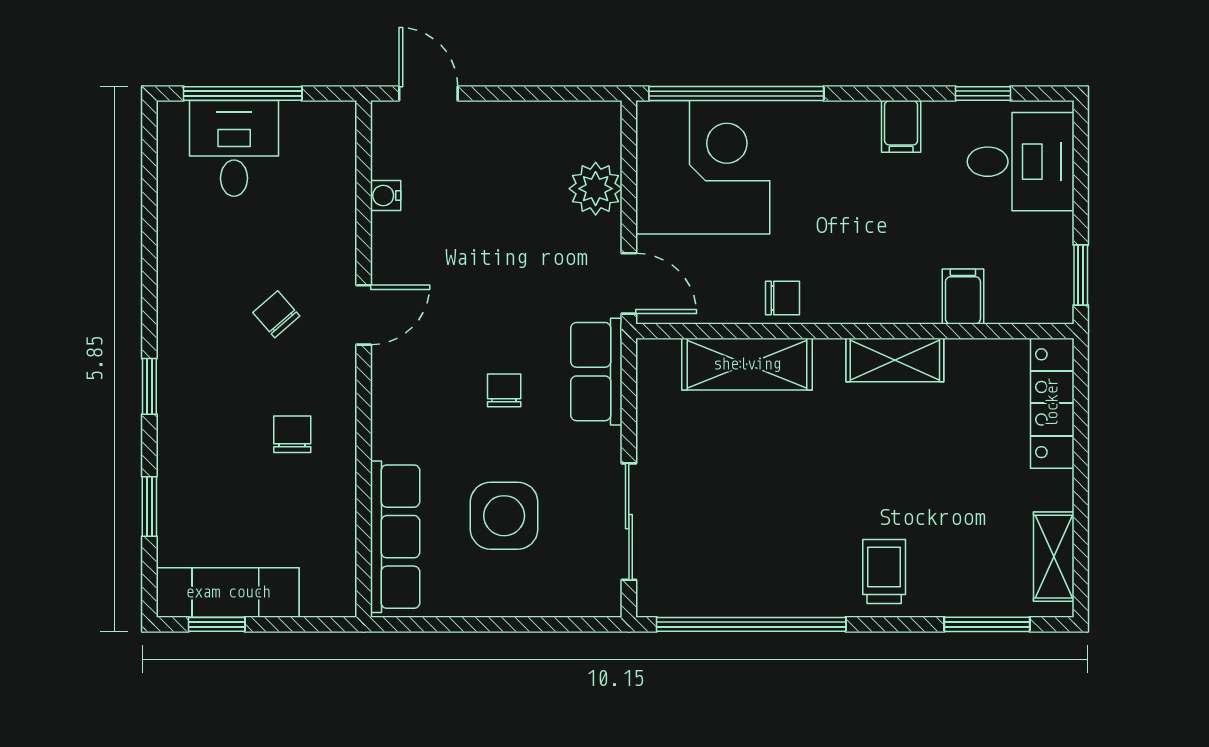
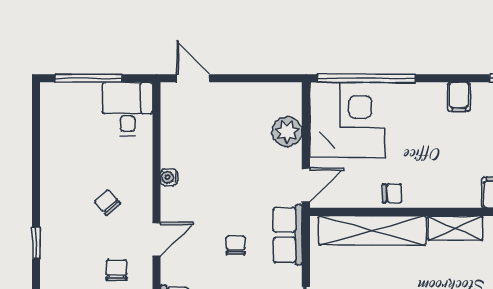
desk: (234, 148) -> (128, 109), moved
water cooler: (386, 196) -> (169, 177), moved
door: (629, 283) -> (306, 185), hinge flipped
door: (364, 315) -> (156, 239), moved
shelving: (747, 364) -> (372, 230), width x1.47

